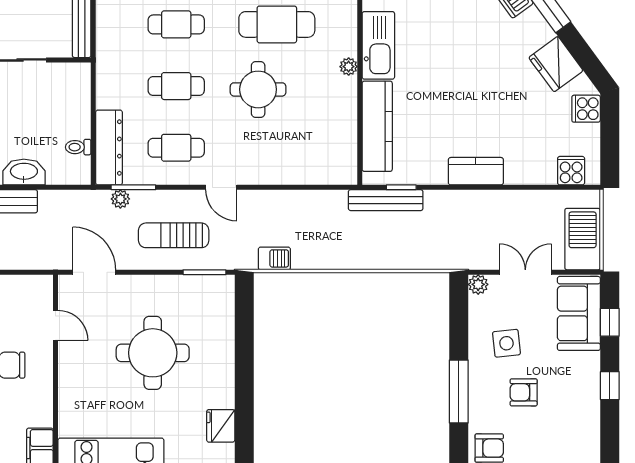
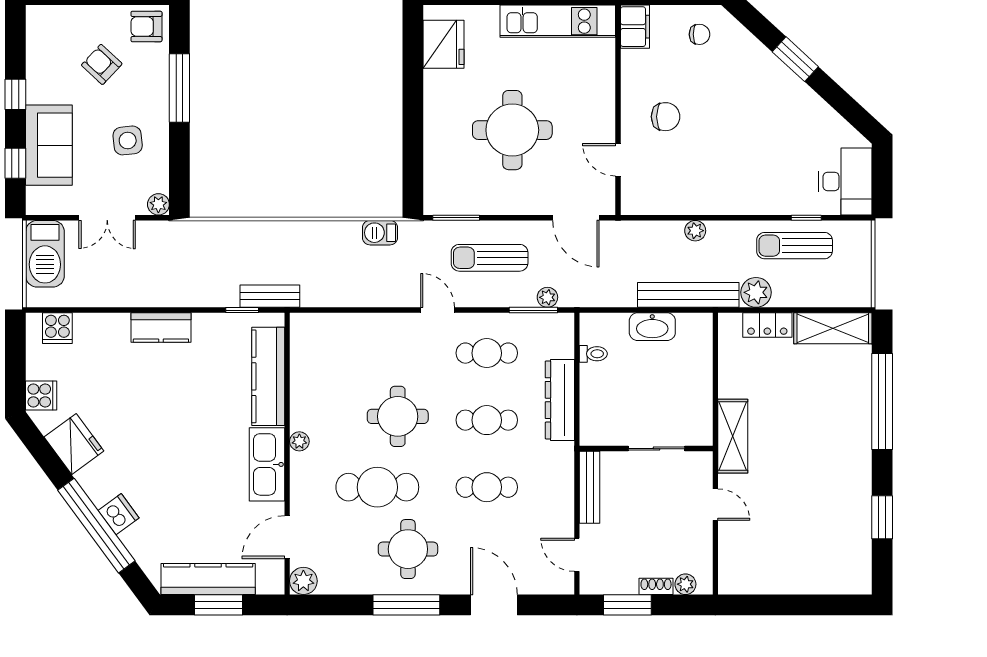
dresser: (109, 148) -> (560, 400), moved
bench: (386, 200) -> (270, 296), width x0.73
sun lounger: (174, 235) -> (490, 258), turned 180
sofa: (579, 313) -> (49, 145), moved
armchair: (524, 392) -> (102, 64), moved, turned -137
fridge: (221, 426) -> (444, 44), width x1.36, depth x1.34

